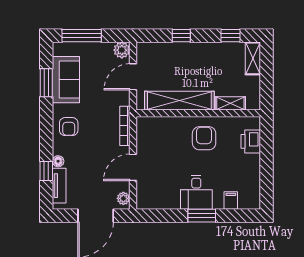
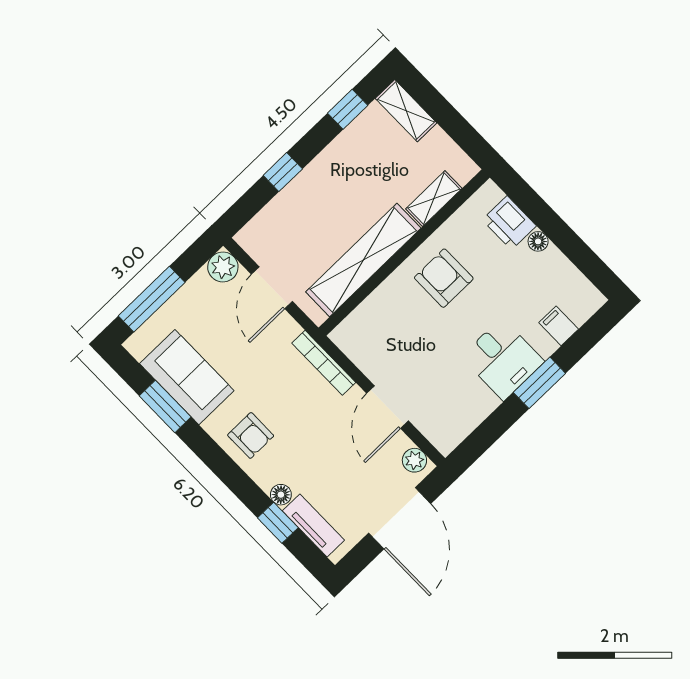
floor lamp: (255, 160) -> (538, 241), added

